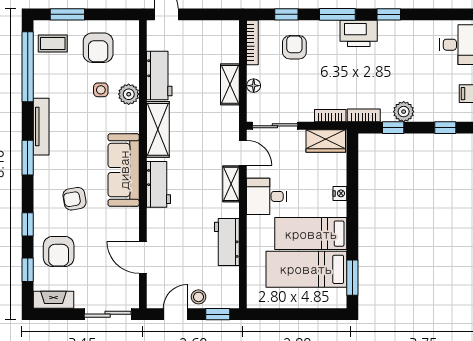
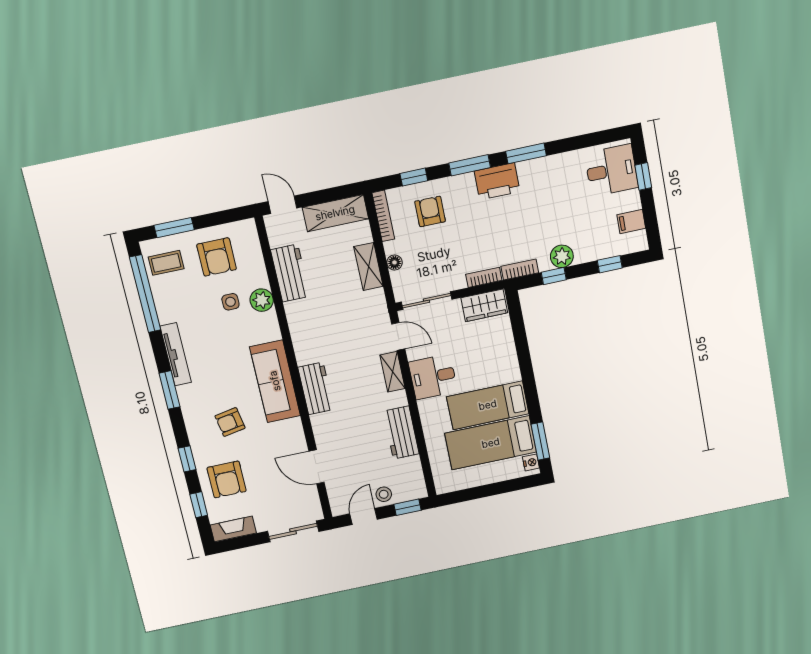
window: (389, 14) -> (526, 153), width x1.50
shelving: (158, 129) -> (335, 213), moved, turned 90
nightstand: (340, 193) -> (531, 462), moved

